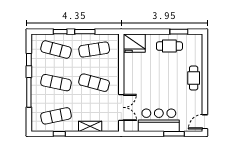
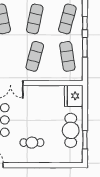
cafe table: (169, 46) -> (71, 130), width x1.37, depth x1.35
cafe table: (194, 78) -> (32, 143), moved

